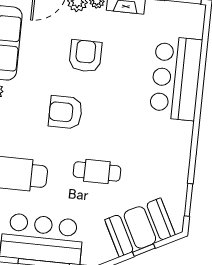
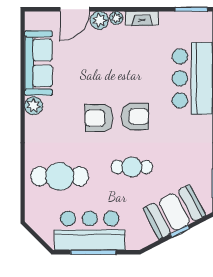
armchair: (85, 56) -> (135, 116), moved, turned 90

